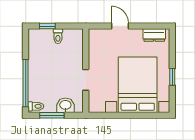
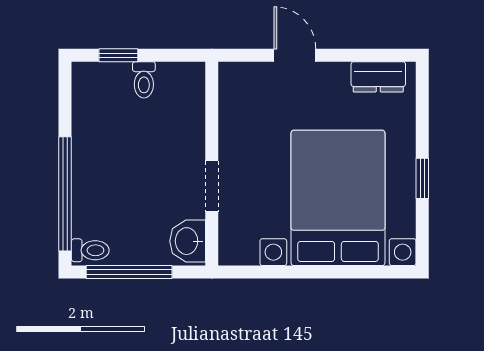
washbasin: (65, 105) -> (188, 241), moved, turned -90
window: (52, 115) -> (129, 272), width x1.44

